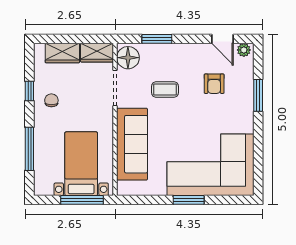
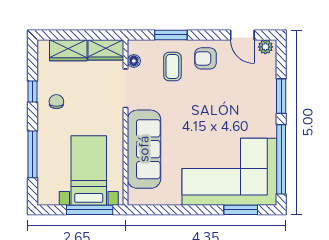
floor lamp: (128, 58) -> (134, 61), width x0.53, depth x0.53
armchair: (214, 84) -> (205, 58), moved, turned 90
coffee table: (165, 90) -> (172, 66), moved, turned 90
window: (258, 153) -> (281, 159), added
window: (189, 200) -> (241, 210), moved

